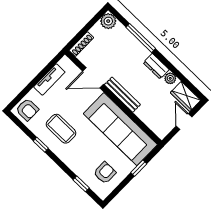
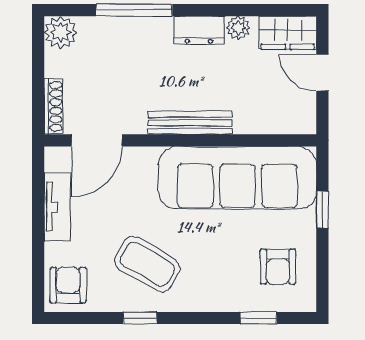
door: (93, 78) -> (97, 140), moved
armchair: (27, 110) -> (68, 285), turned -90
coffee table: (61, 129) -> (147, 264), turned 30
armchair: (105, 173) -> (278, 267), turned 180

